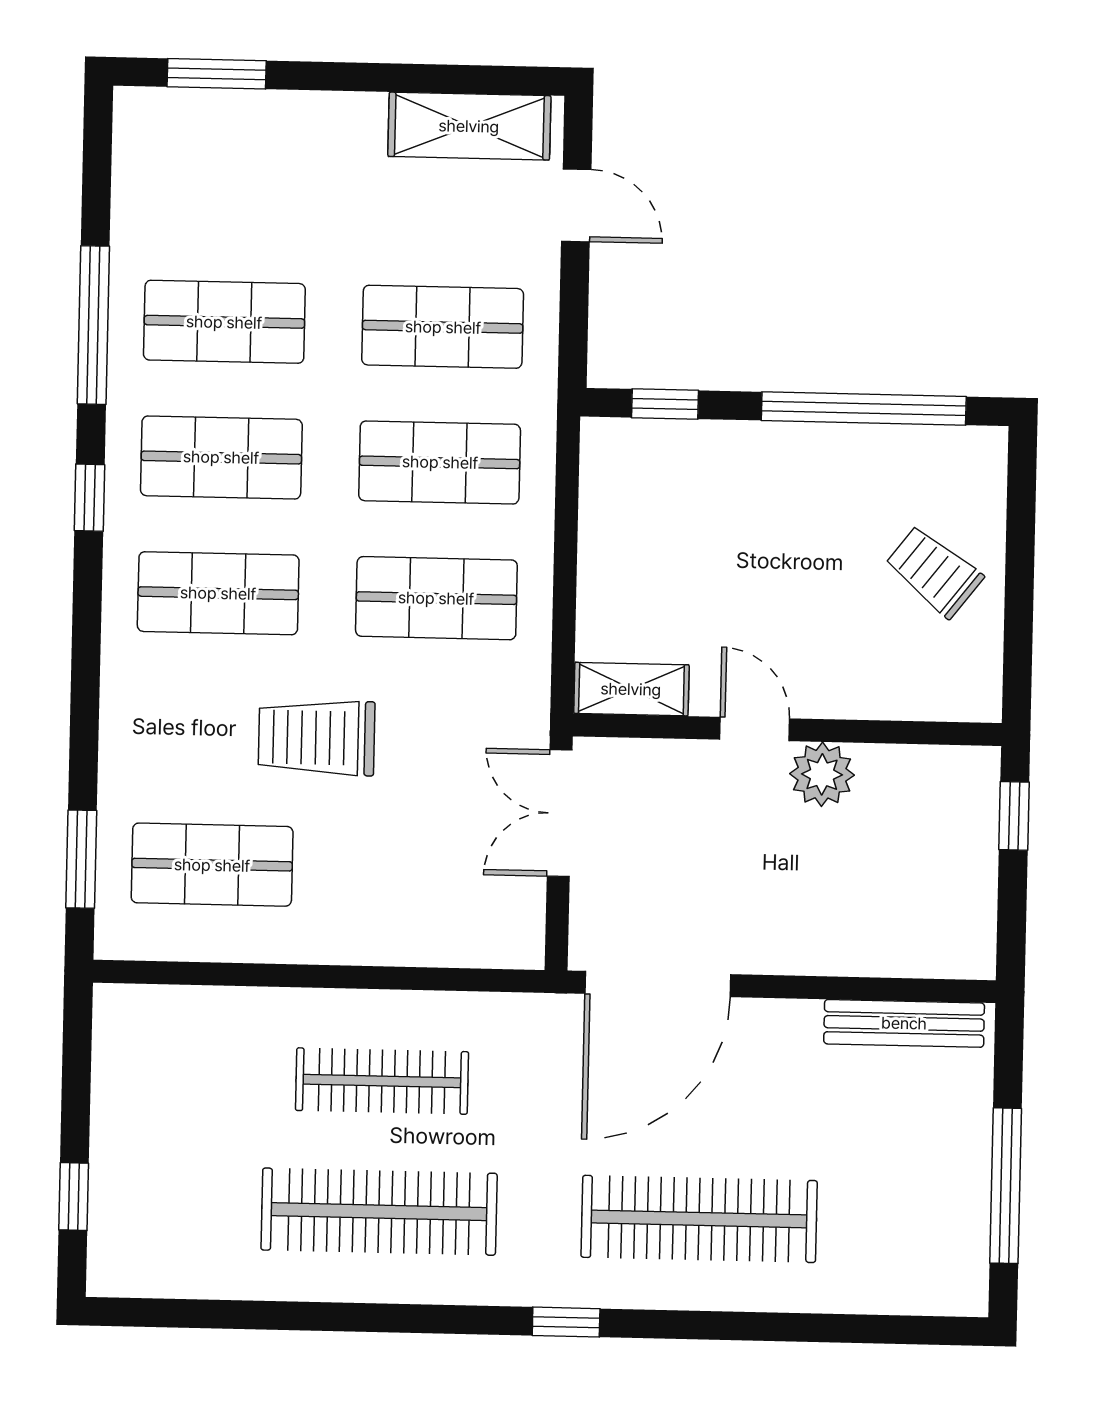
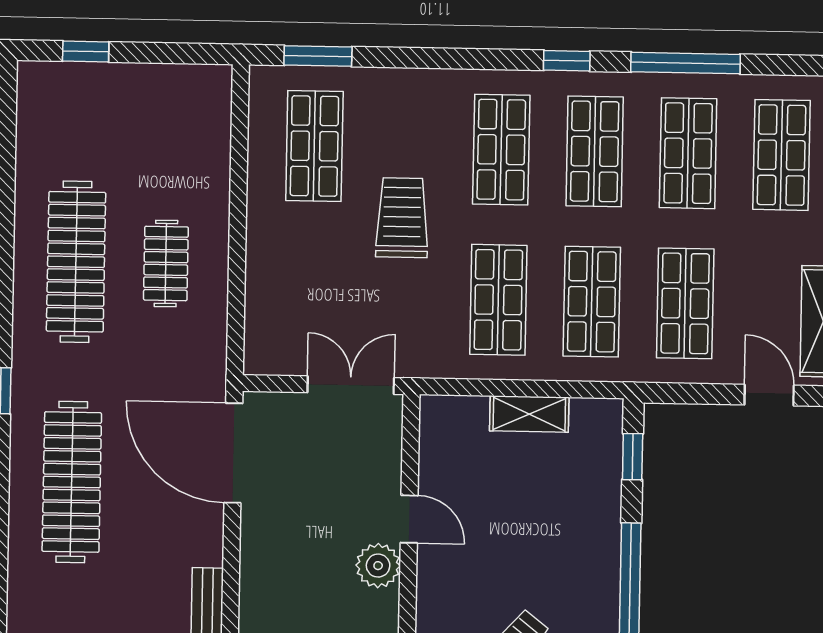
shop shelf: (227, 186) -> (781, 155), added
door: (576, 205) -> (769, 395), swing flipped
shelving: (631, 689) -> (529, 414), moved, turned 90
door: (755, 729) -> (409, 519), hinge flipped
clothes rail: (382, 1081) -> (166, 263), width x0.73

